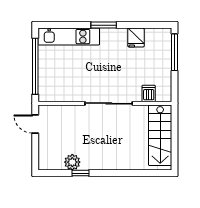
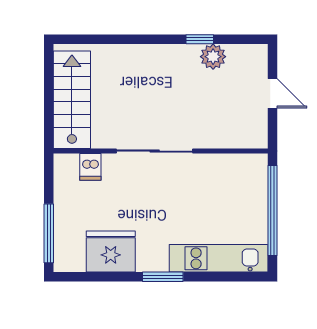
fridge: (136, 38) -> (111, 252), width x1.88, depth x1.34
door: (35, 124) -> (272, 93), moved

